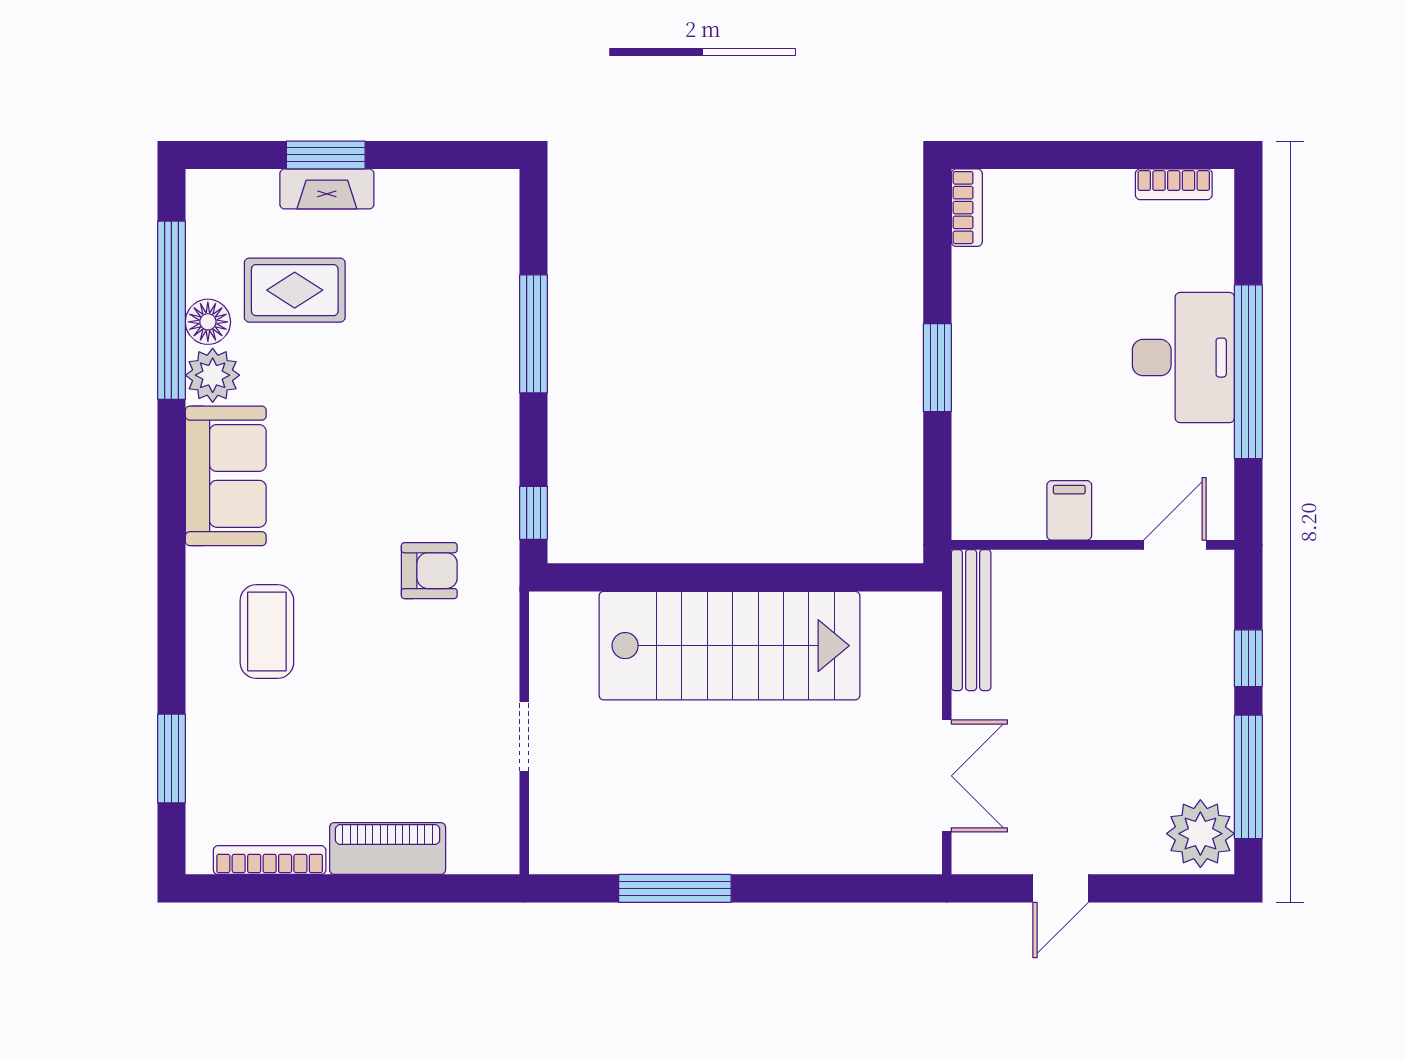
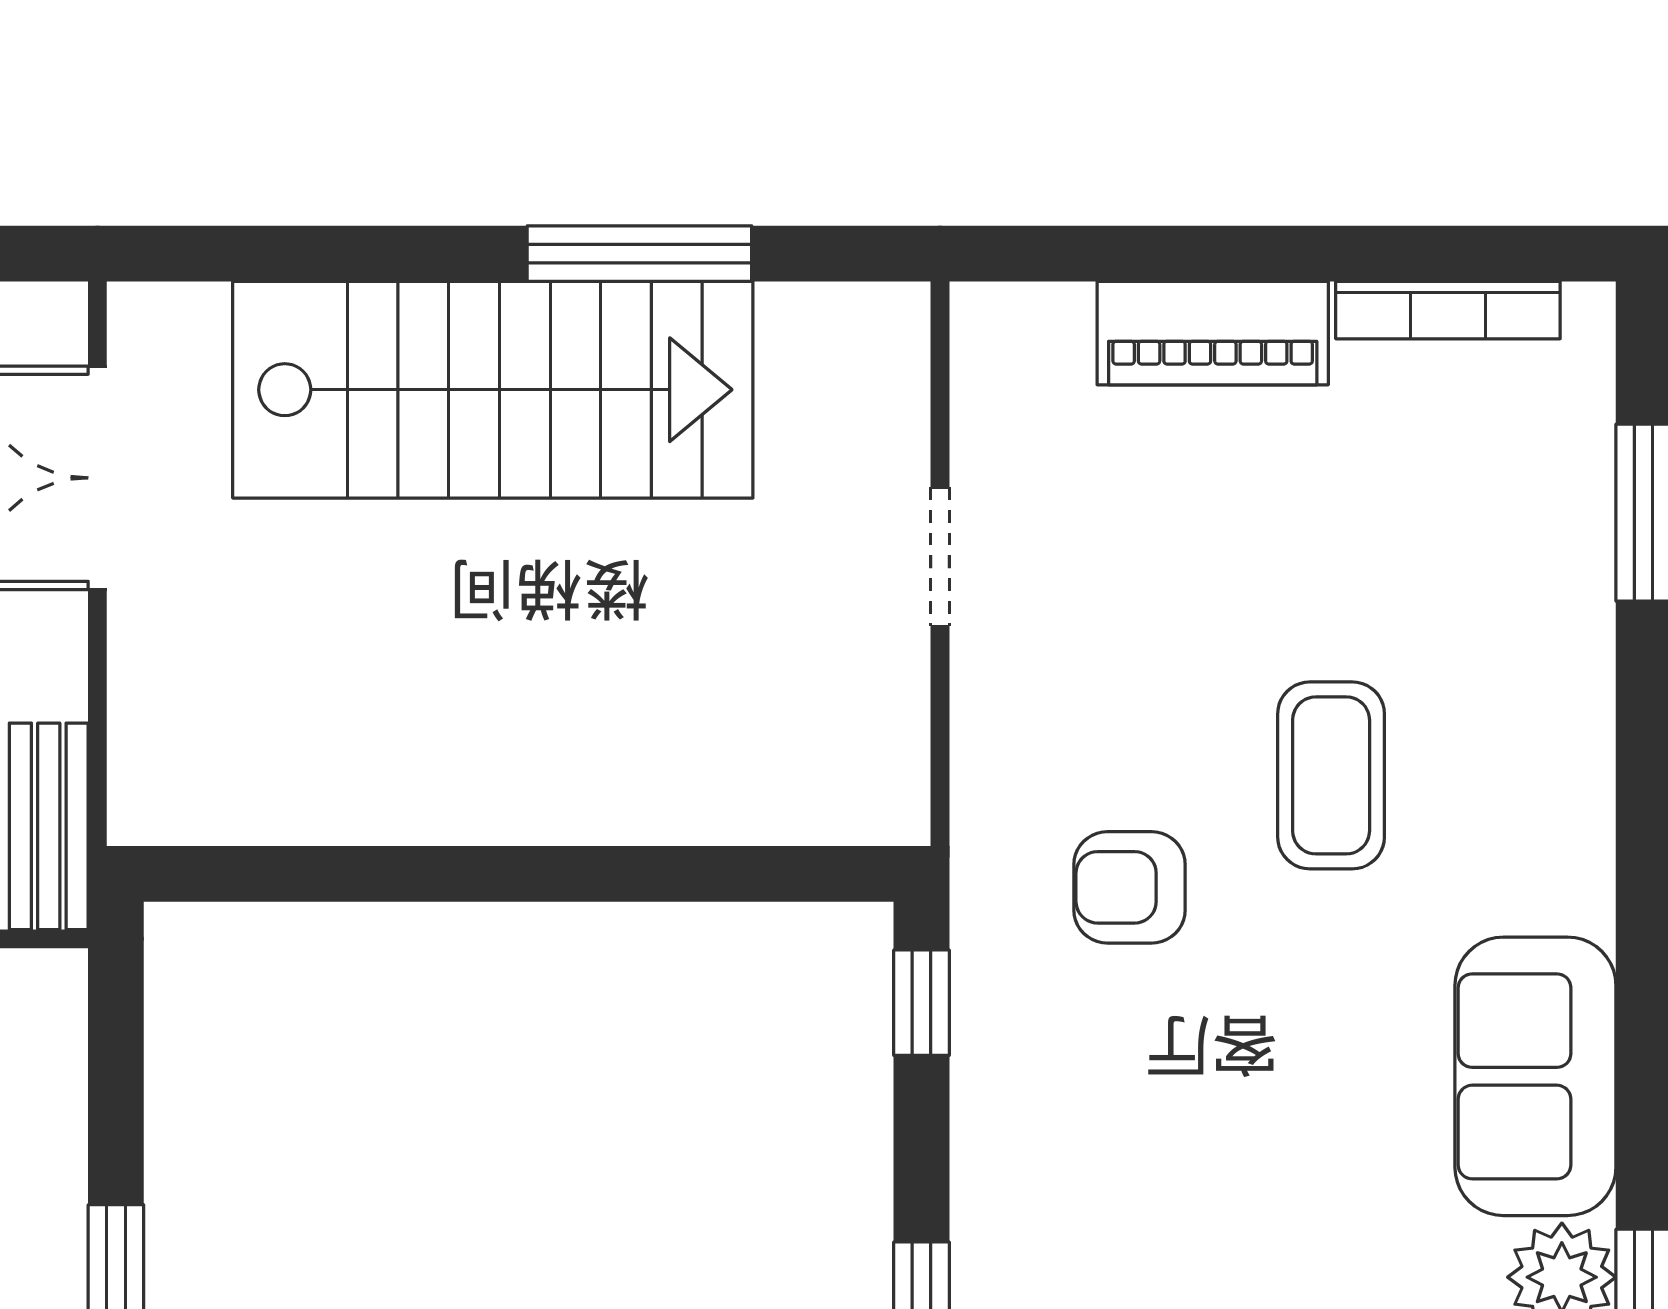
bench: (971, 620) -> (49, 826), width x0.73
coffee table: (267, 631) -> (1331, 775), moved
stairs: (729, 646) -> (493, 390), moved, turned 180

